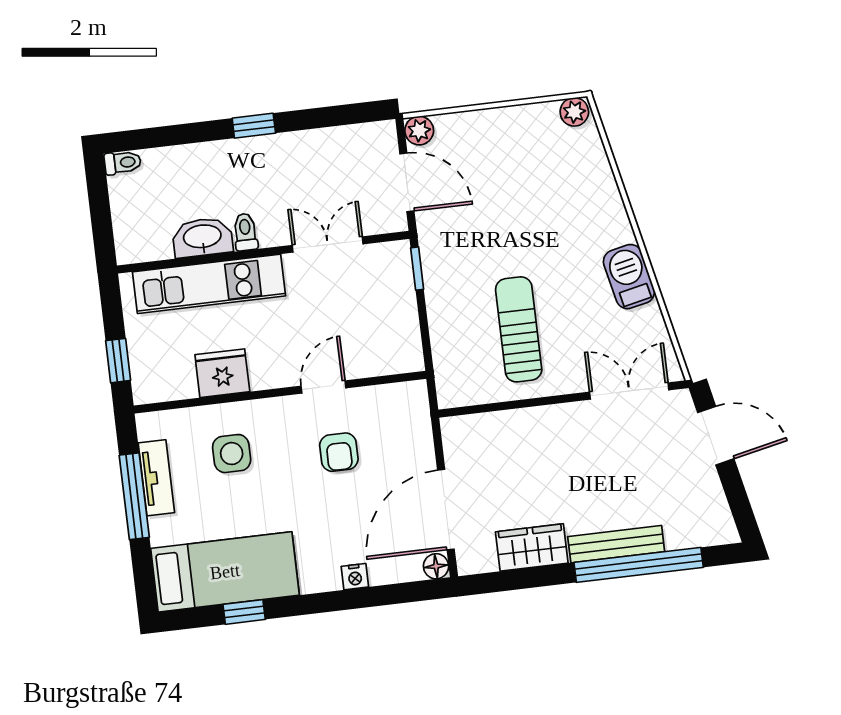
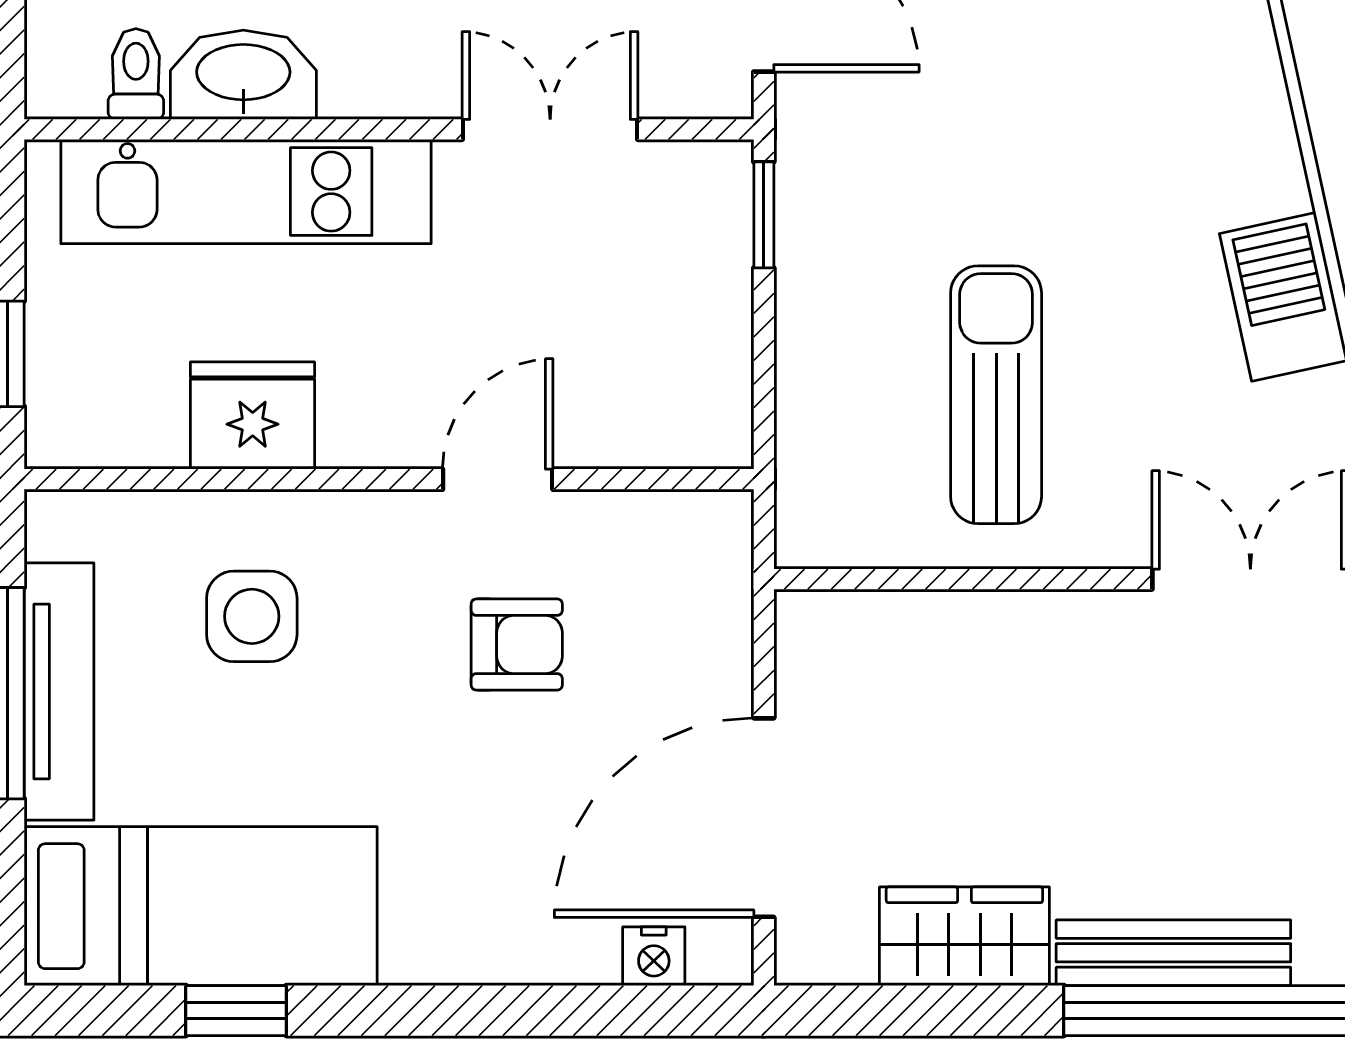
toilet: (245, 232) -> (136, 74), moved
armchair: (339, 452) -> (517, 644), turned -90
tv unit: (156, 478) -> (59, 691), width x1.41
floor lamp: (436, 566) -> (723, 954), removed
nightstand: (355, 577) -> (654, 956), moved

